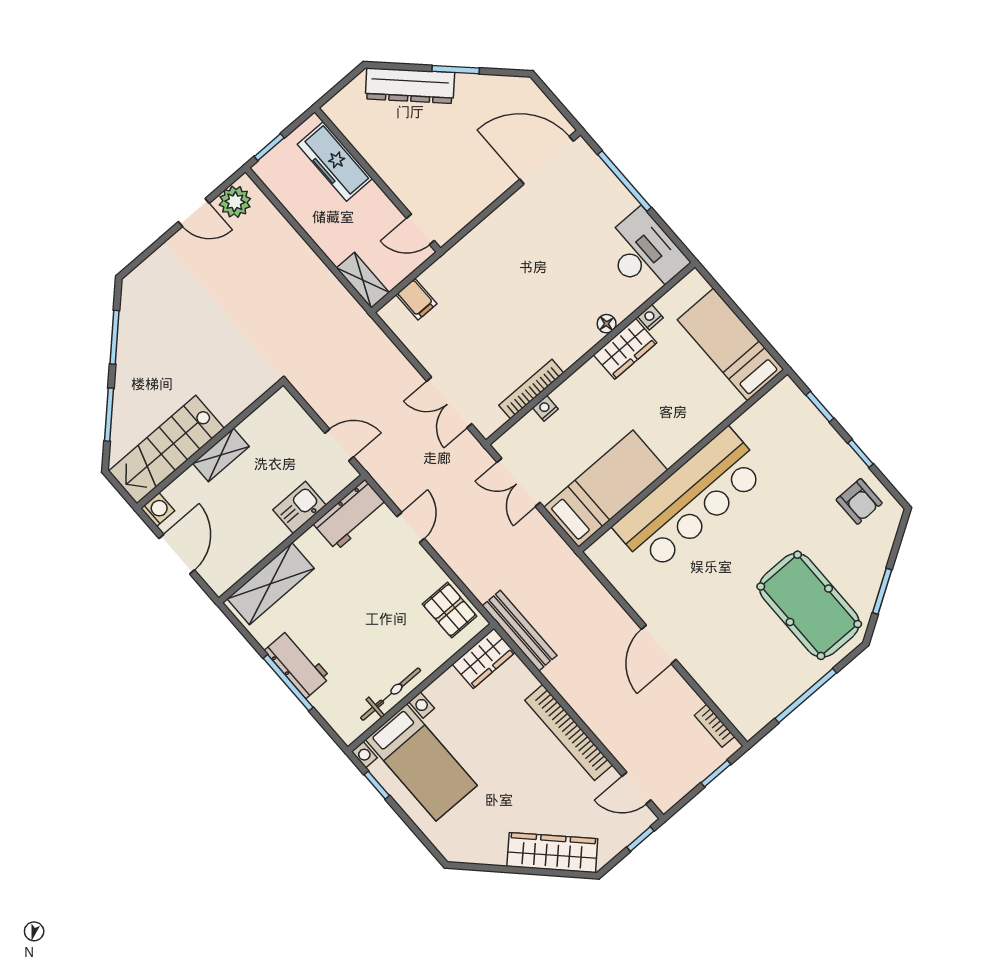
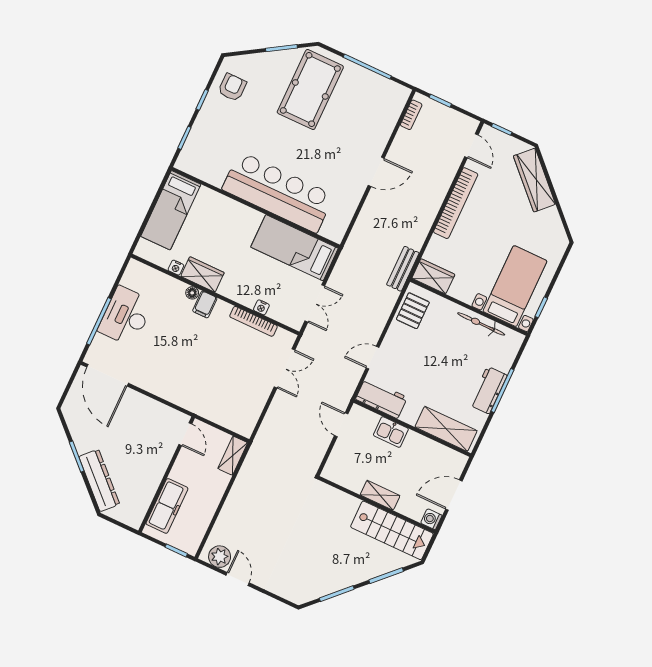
desk: (644, 253) -> (126, 316), moved
filing cabinet: (416, 299) -> (205, 305), moved, turned 180
bench: (520, 631) -> (403, 269), width x0.73

